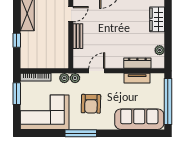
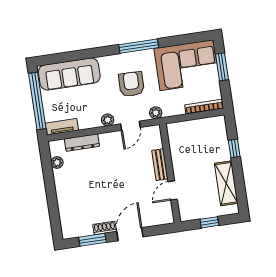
wardrobe: (157, 19) -> (66, 200), removed
plant: (64, 78) -> (108, 120), moved
tv unit: (137, 78) -> (62, 127), moved
window: (17, 94) -> (222, 67), moved

